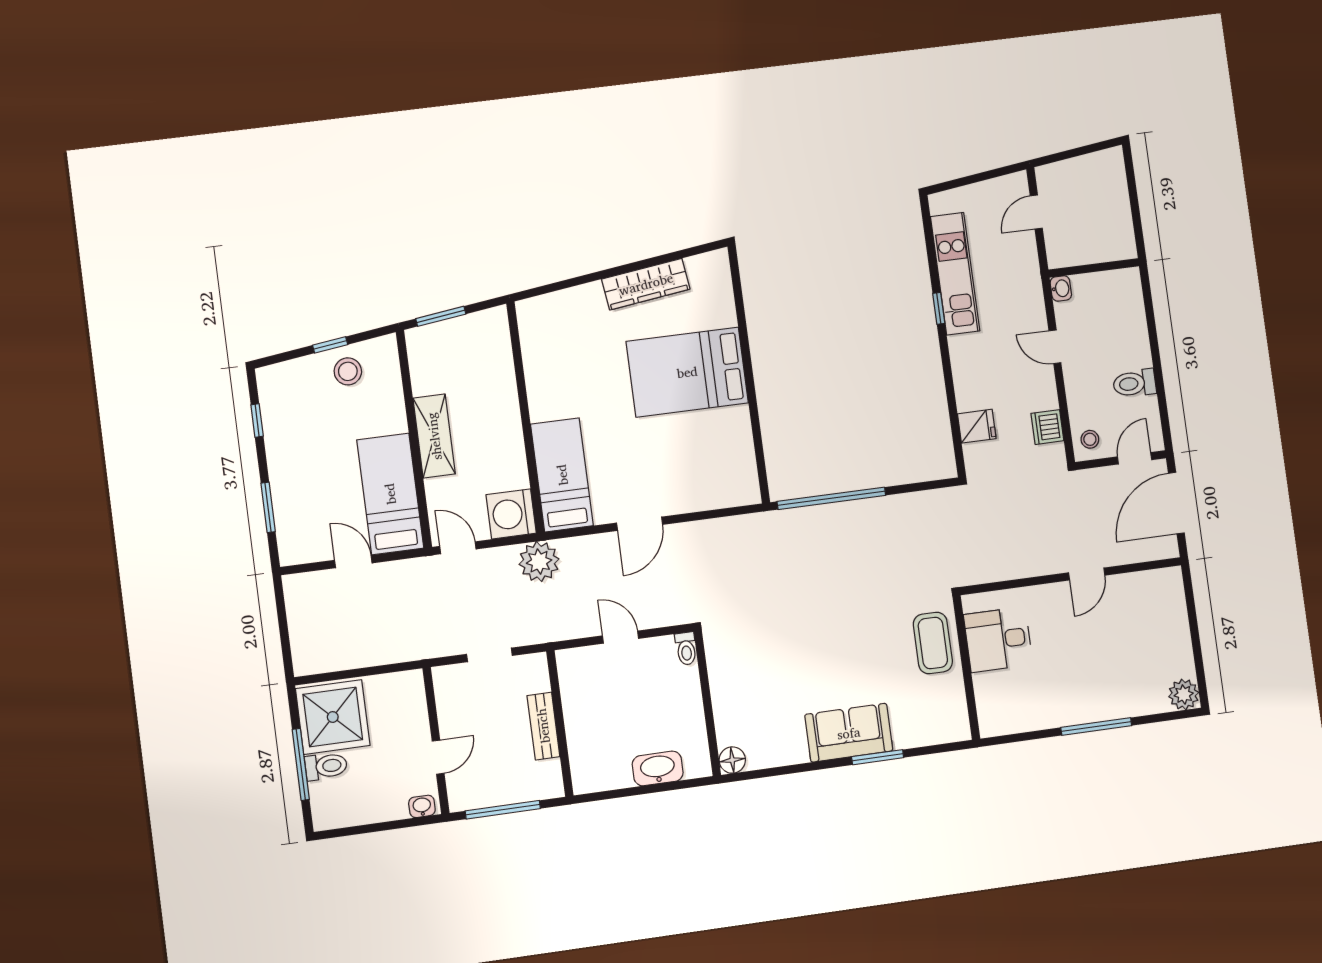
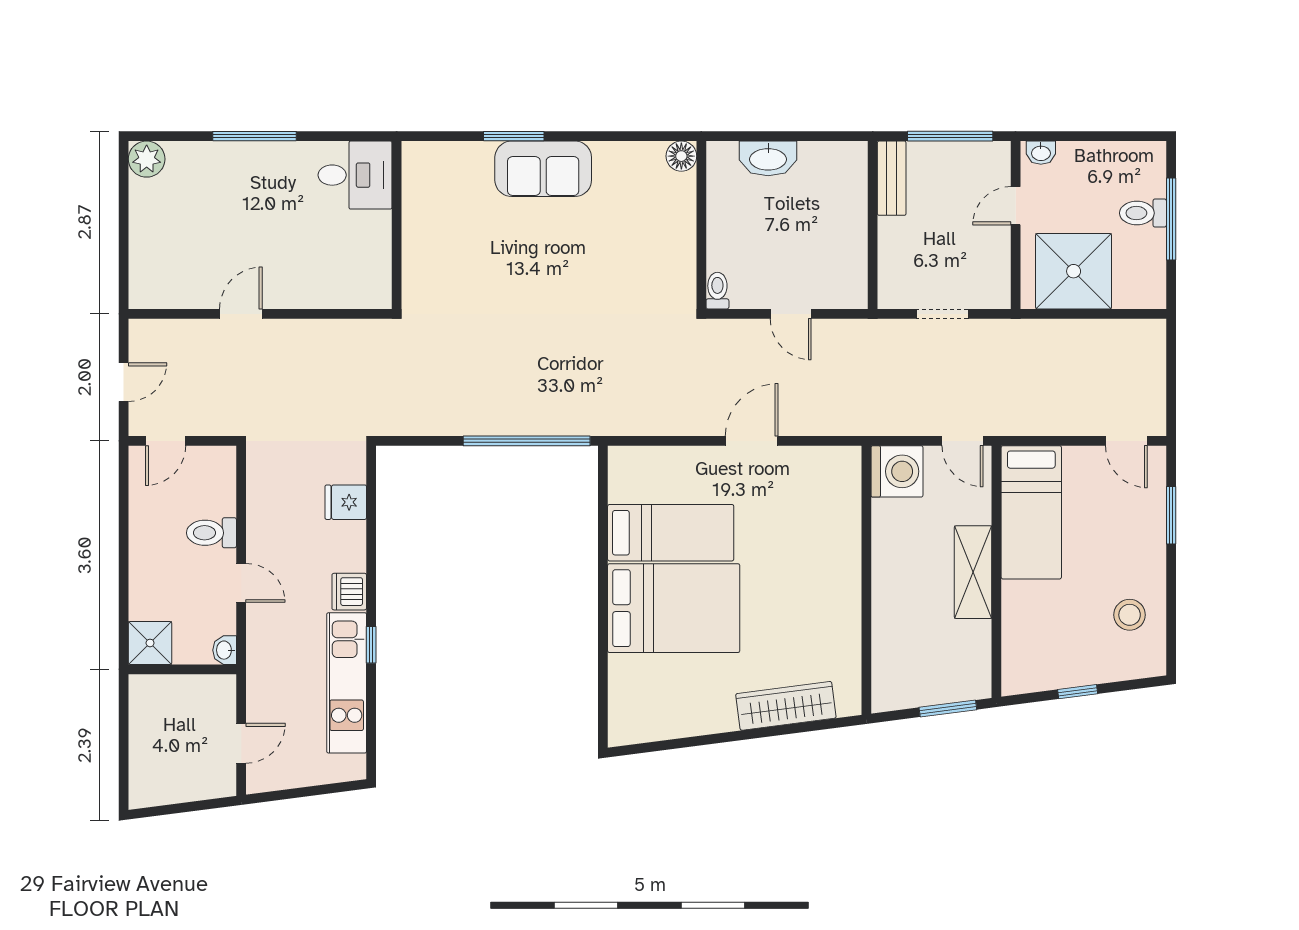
wardrobe: (646, 284) -> (786, 706), moved
shower: (1124, 287) -> (150, 643), added
stool: (348, 371) -> (1130, 615), moved
toilet: (1134, 383) -> (211, 533), moved, turned 180
window: (257, 421) -> (1171, 616), removed
dishwasher: (1047, 427) -> (349, 592), moved, turned 180
stool: (1090, 439) -> (215, 470), removed
bed: (562, 475) -> (671, 533), moved, turned -90
door: (1176, 503) -> (124, 382), width x0.53
door: (353, 562) -> (1126, 441), moved
plant: (539, 562) -> (872, 413), removed
desk: (998, 640) -> (355, 175), moved
coffee table: (933, 643) -> (432, 258), removed
shower: (333, 717) -> (1074, 271), moved
bench: (543, 726) -> (892, 178), moved

